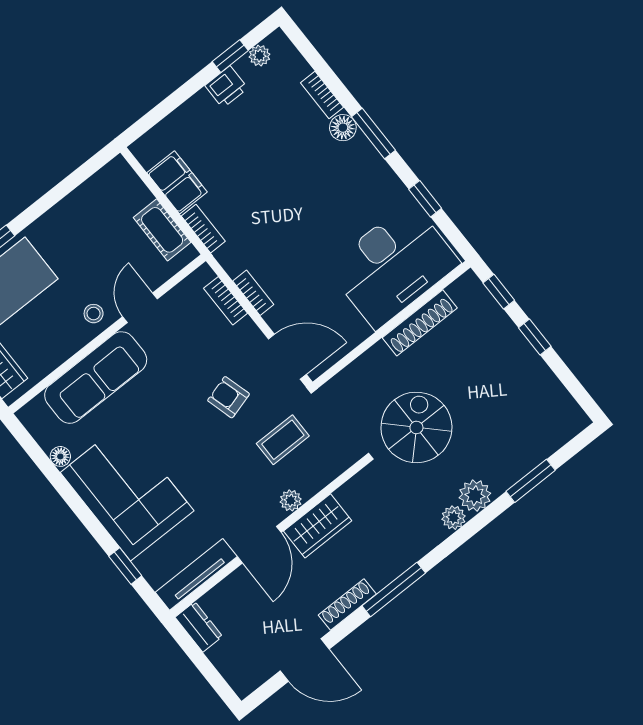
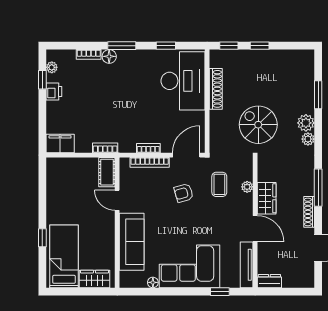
filing cabinet: (177, 182) -> (60, 143), moved
cot: (162, 230) -> (107, 172), moved, turned 90
bookcase: (226, 301) -> (150, 162), width x1.56
stool: (94, 314) -> (104, 222), removed
plant: (291, 500) -> (247, 187), moved

